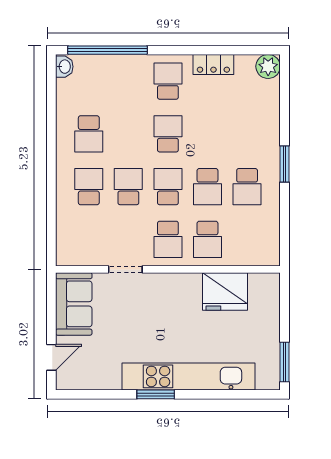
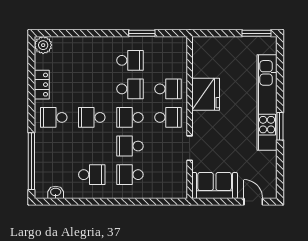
washbasin: (64, 67) -> (56, 192), moved
window: (284, 164) -> (142, 33), moved
fridge: (225, 291) -> (206, 94), moved

